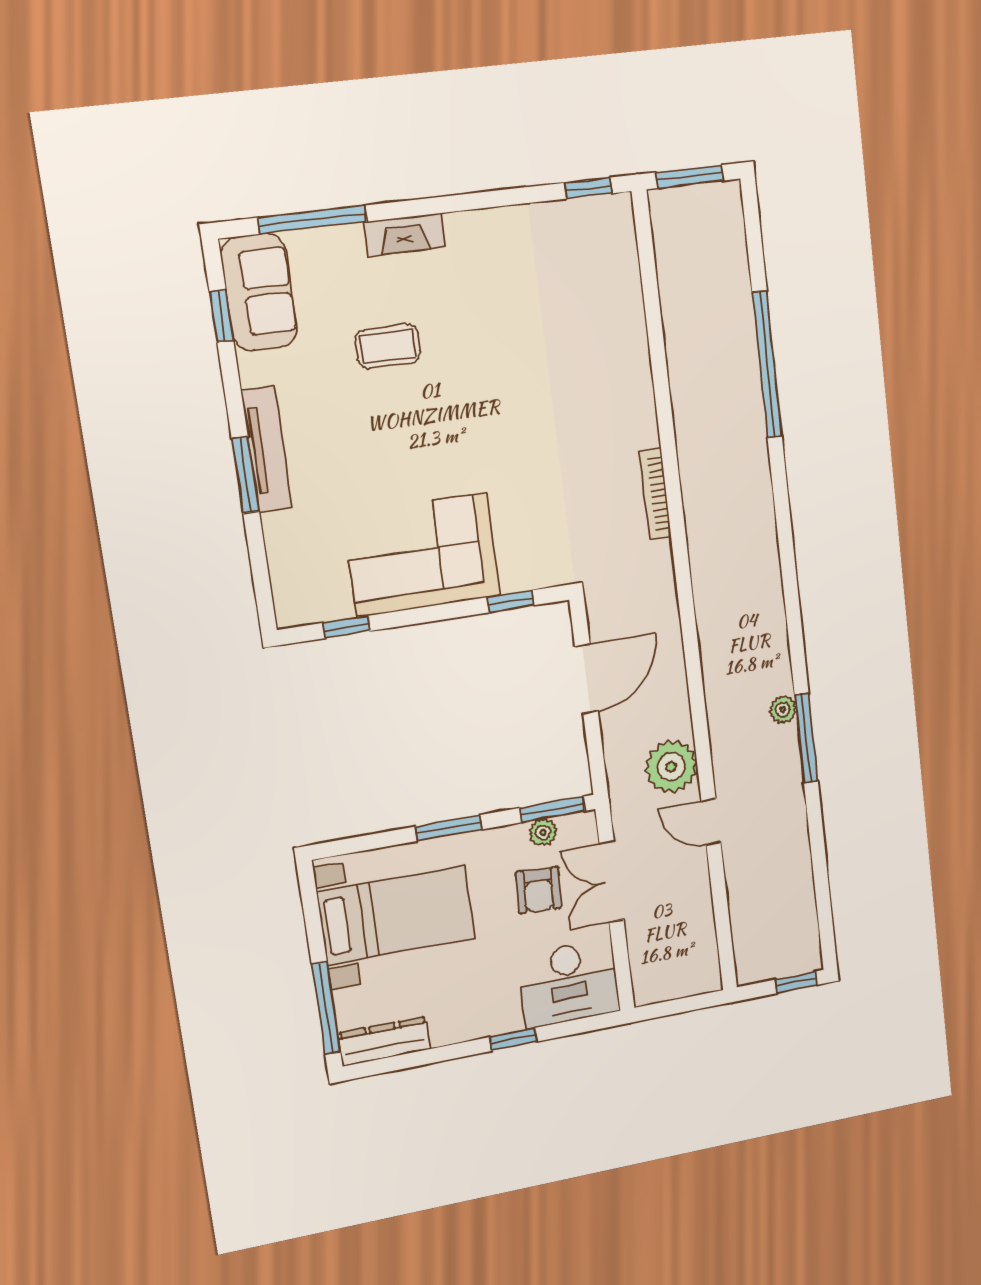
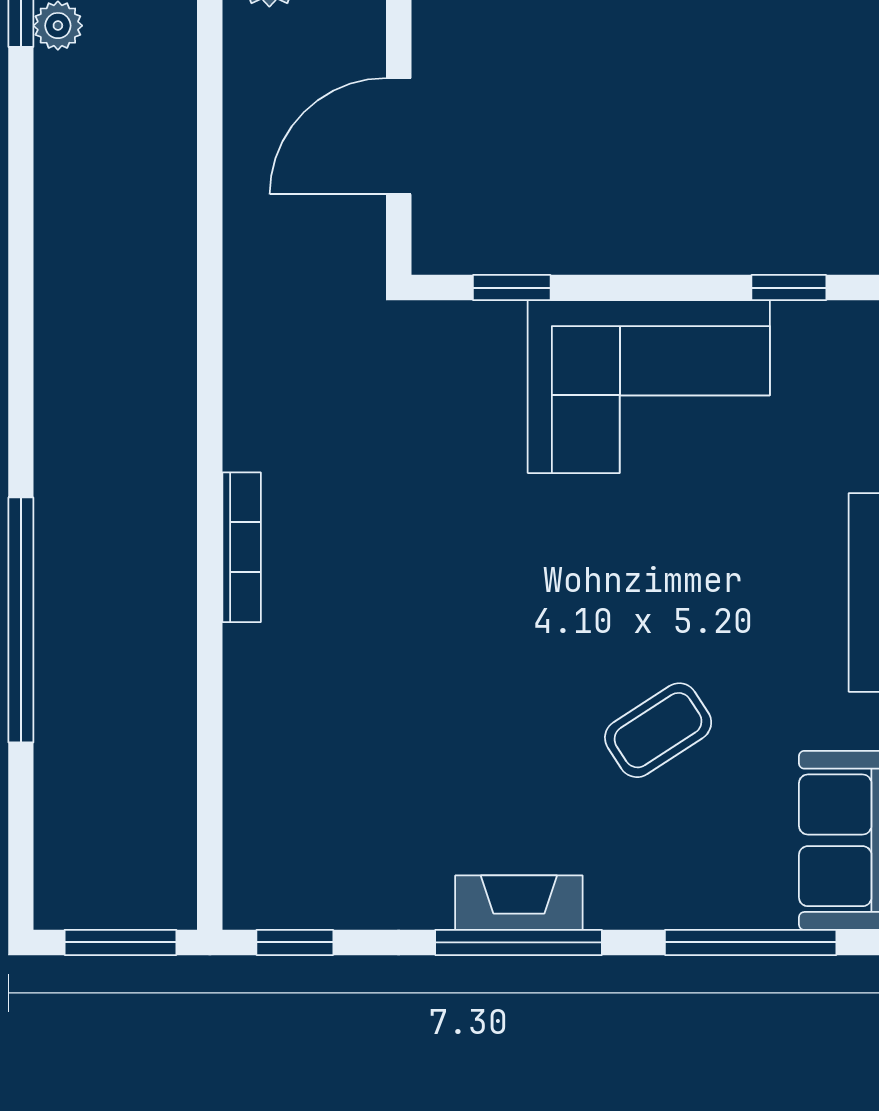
window: (455, 203) -> (519, 942), added
fireplace: (404, 235) -> (519, 903), moved
coffee table: (388, 346) -> (658, 730), turned -33
bookcase: (655, 494) -> (242, 547), moved

